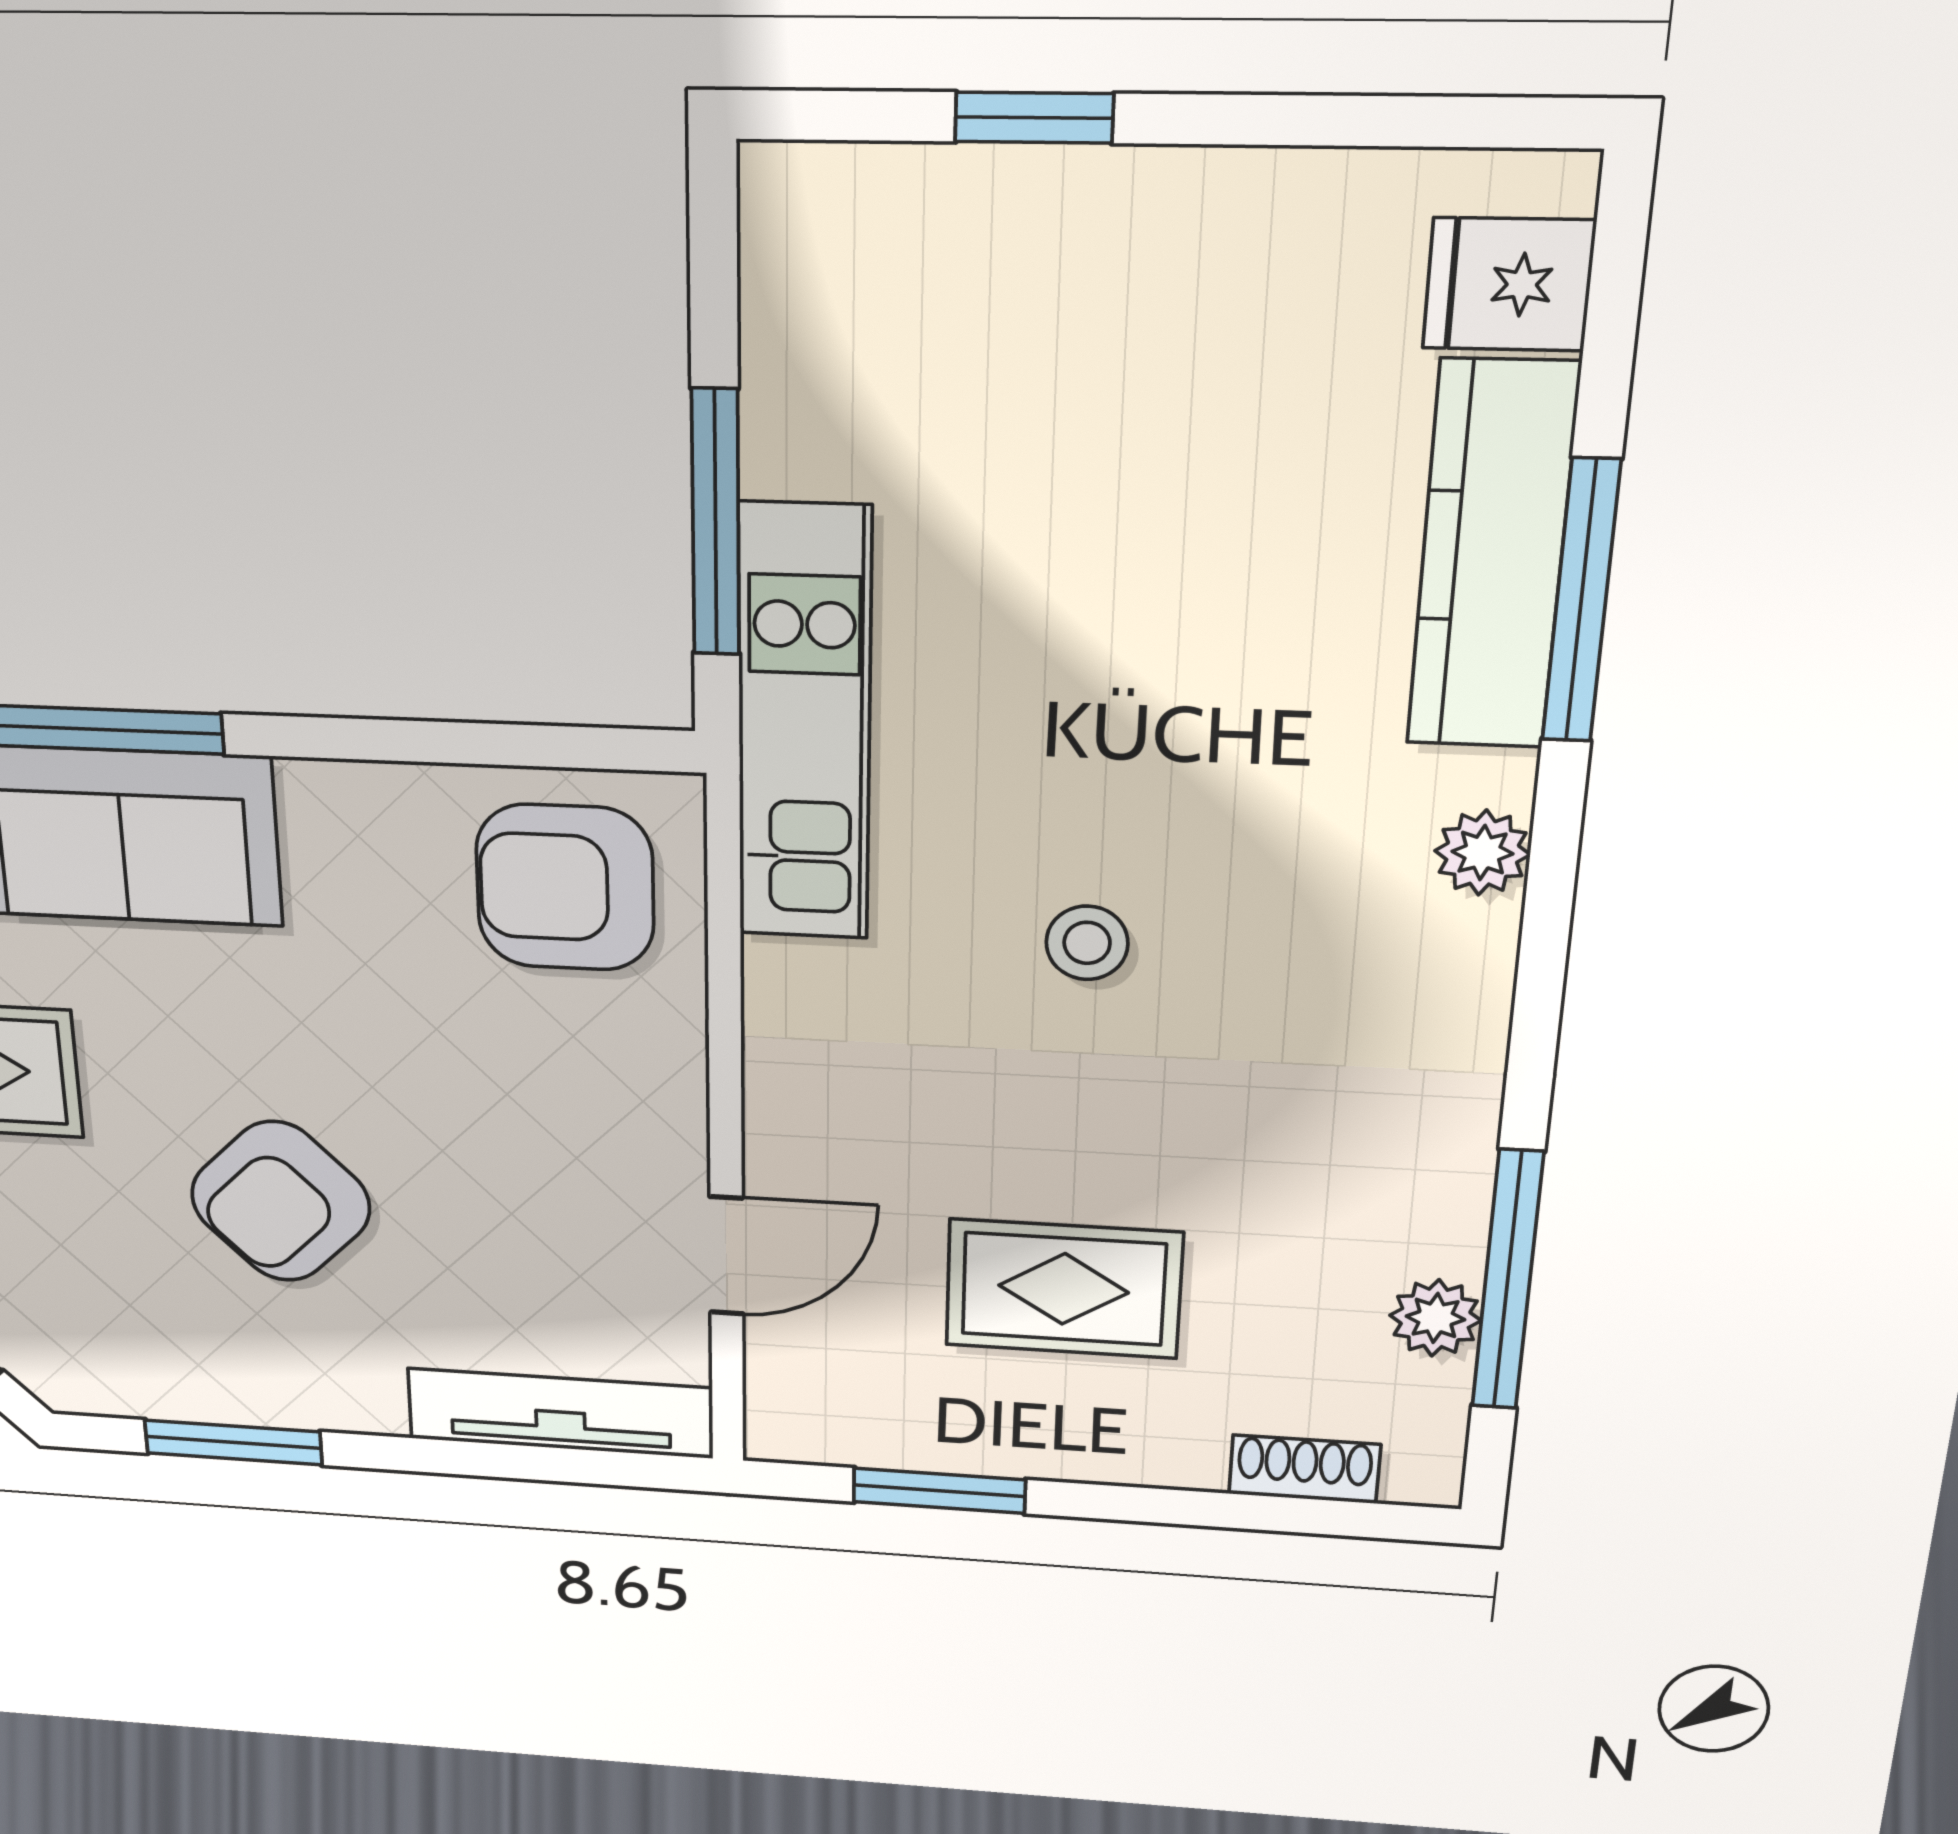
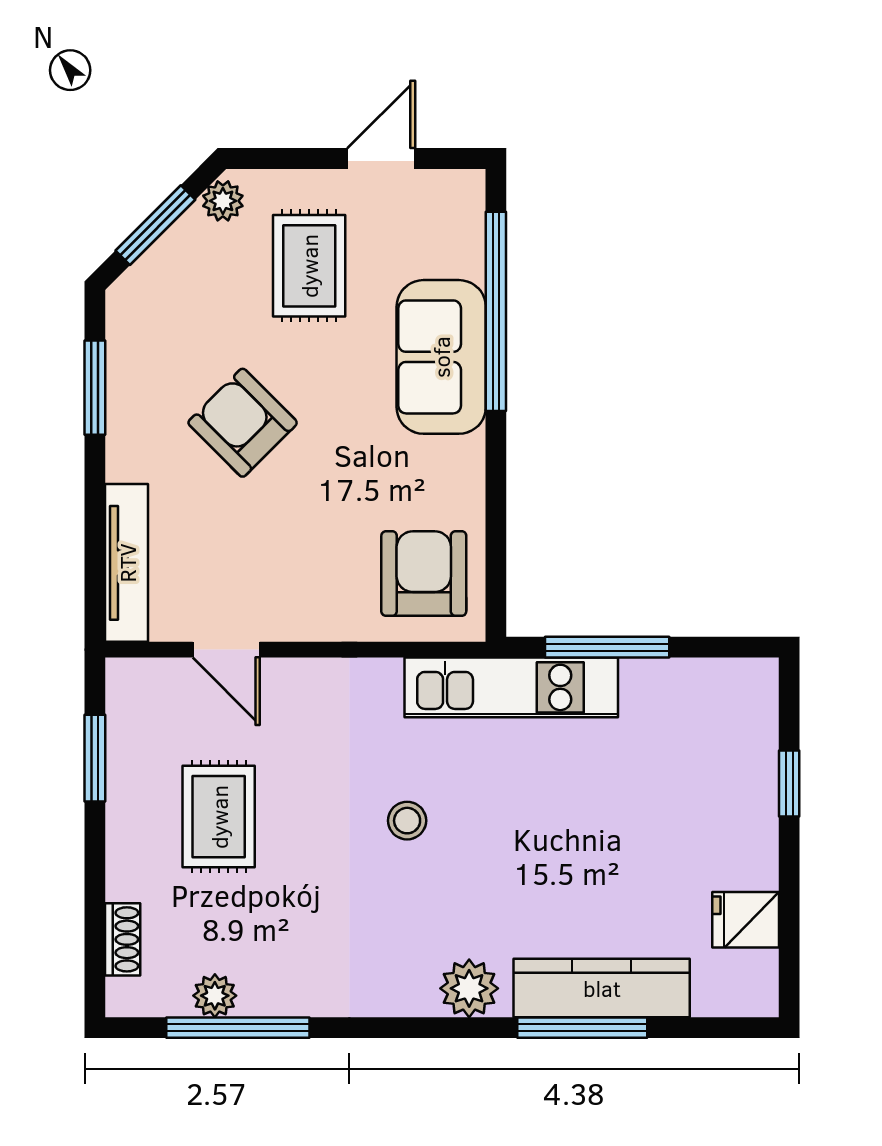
fridge: (1509, 284) -> (746, 920), moved, turned -90
plant: (1482, 853) -> (469, 988), width x1.38, depth x1.38

